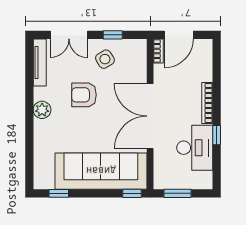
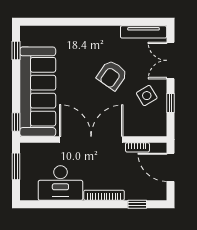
bookcase: (158, 51) -> (137, 147), moved
armchair: (84, 95) -> (112, 75), turned -145
plant: (42, 110) -> (97, 34), removed
window: (217, 135) -> (137, 204), moved

